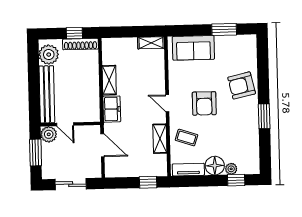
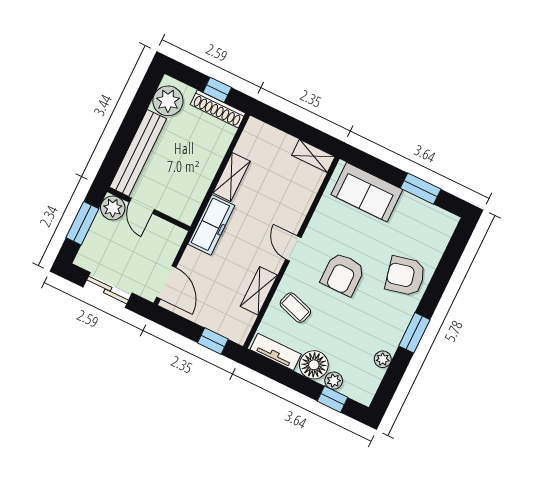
freezer: (112, 109) -> (211, 225), width x1.40
plant: (254, 141) -> (383, 359), added
door: (102, 145) -> (166, 282), moved

